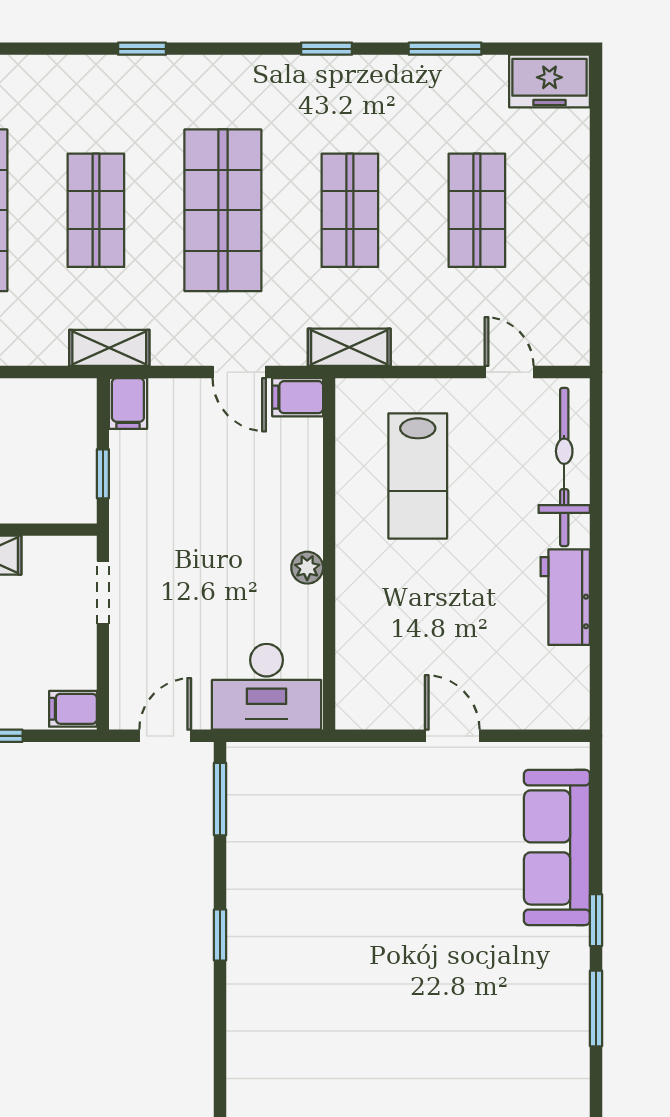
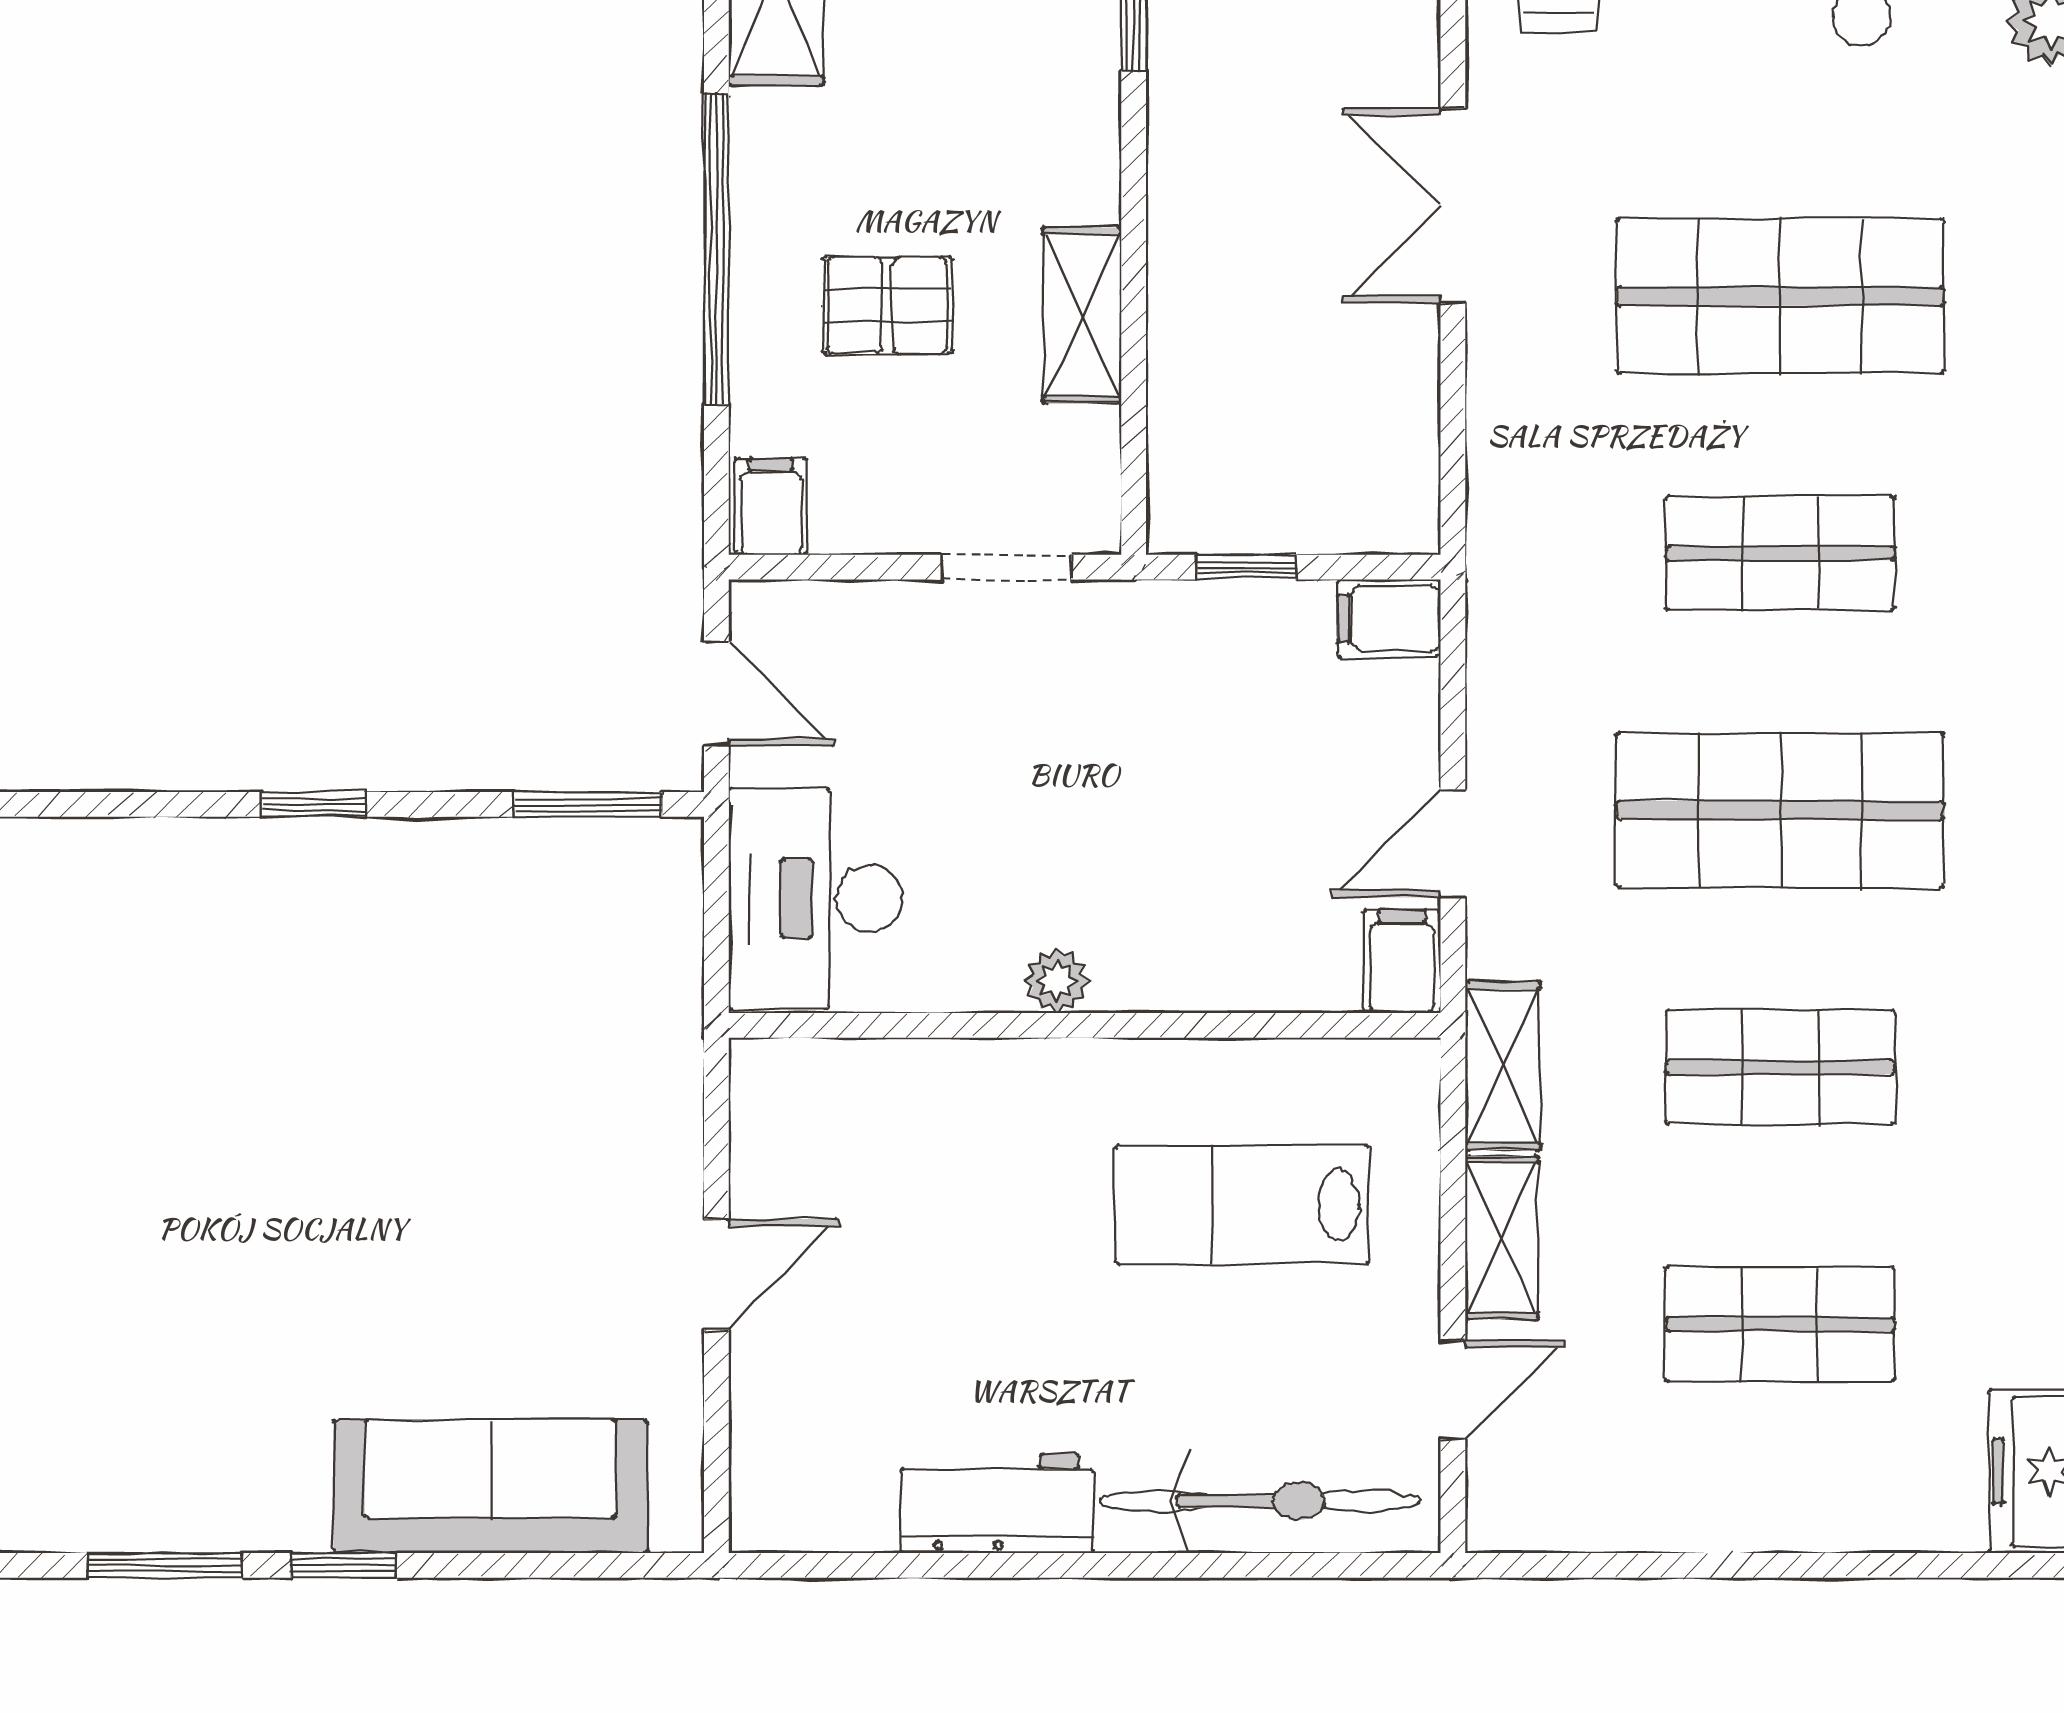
shelving: (109, 348) -> (1502, 1238), moved

